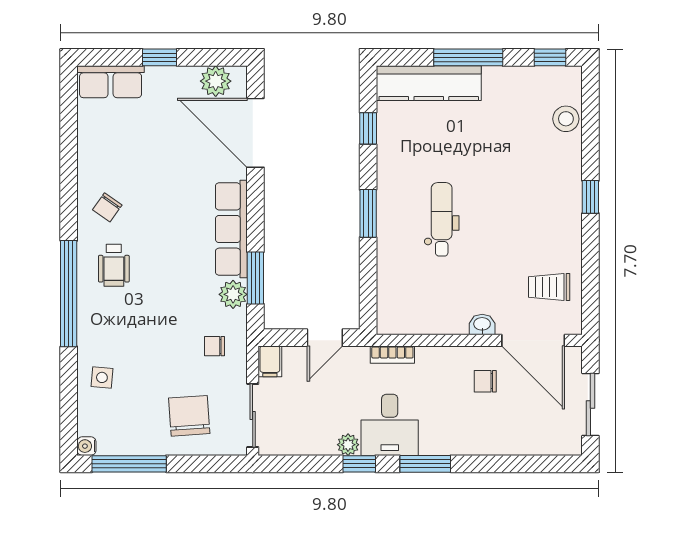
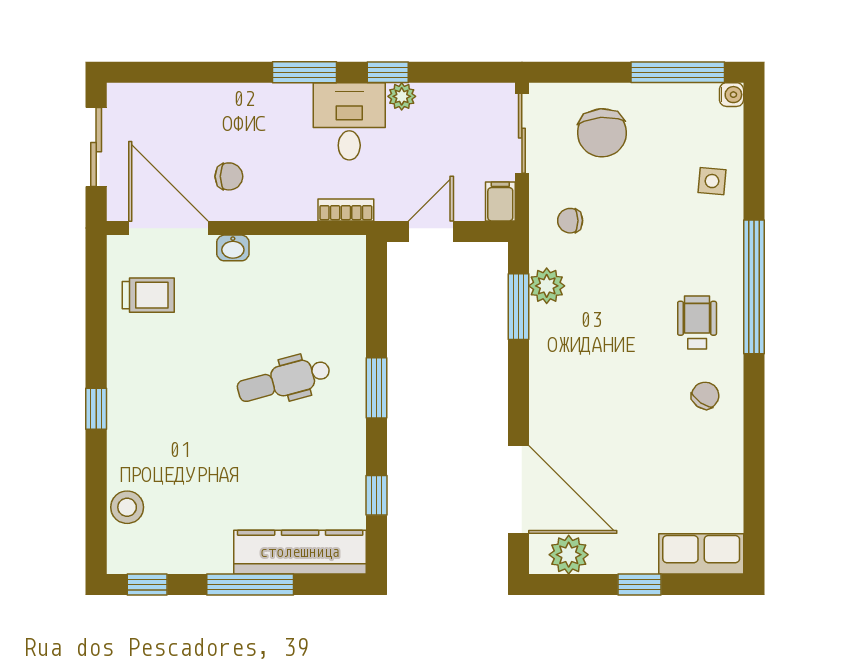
dental chair: (442, 219) -> (284, 380), turned 75
row of seats: (231, 229) -> (549, 368), removed
chair: (214, 346) -> (570, 221), turned 180

